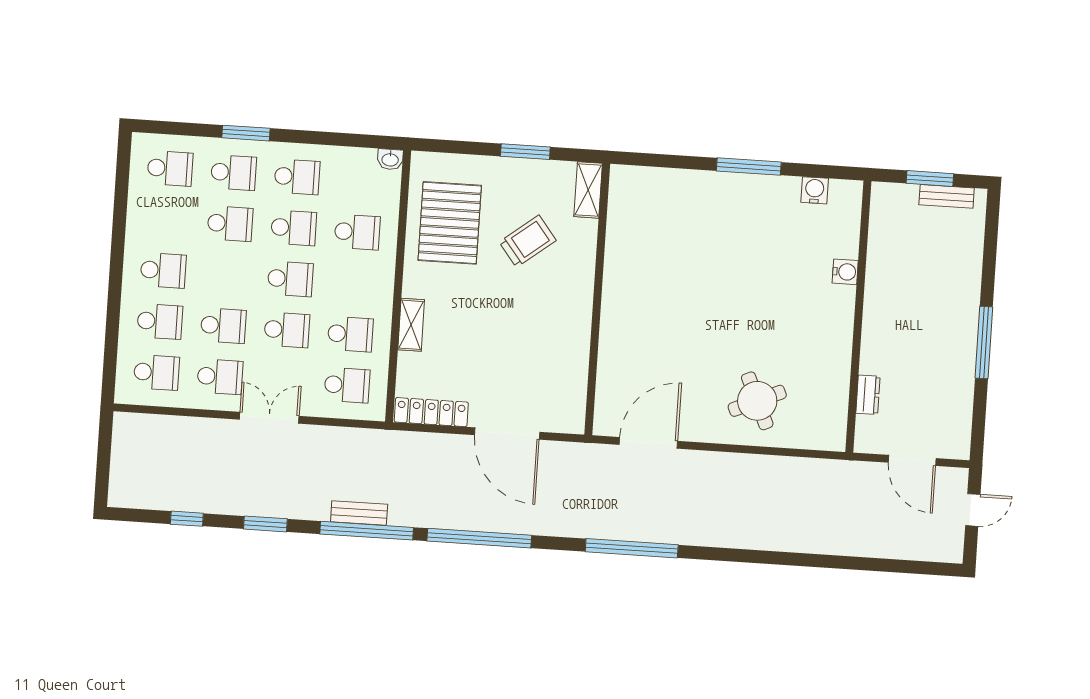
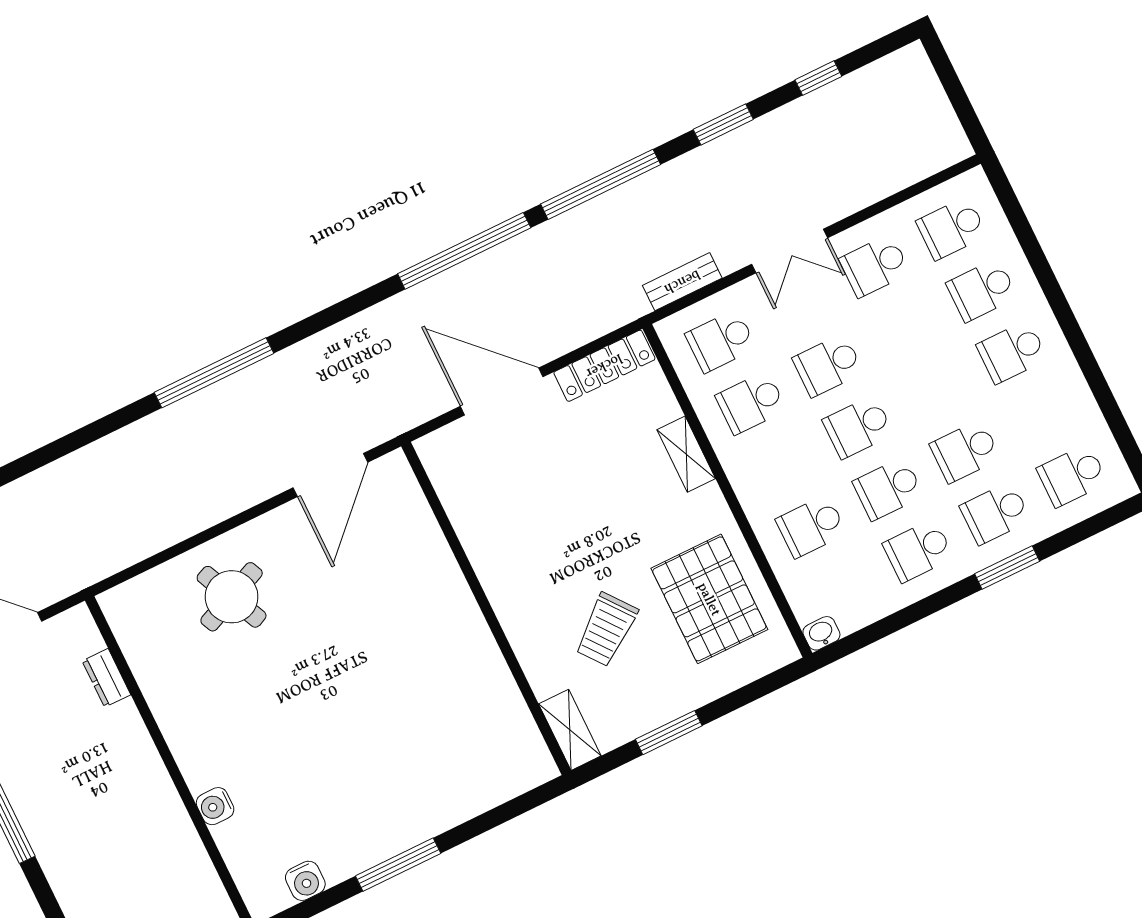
school desk: (223, 326) -> (905, 328), removed
bench: (359, 513) -> (682, 282), moved
window: (632, 548) -> (214, 373), moved

